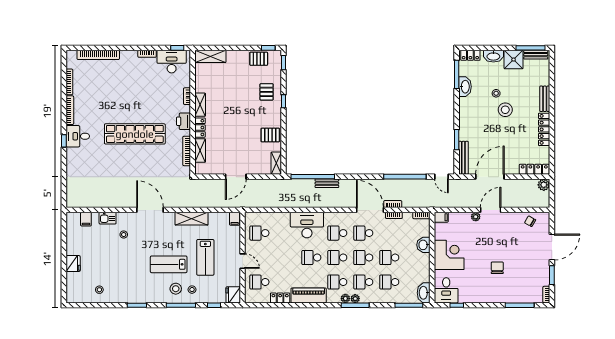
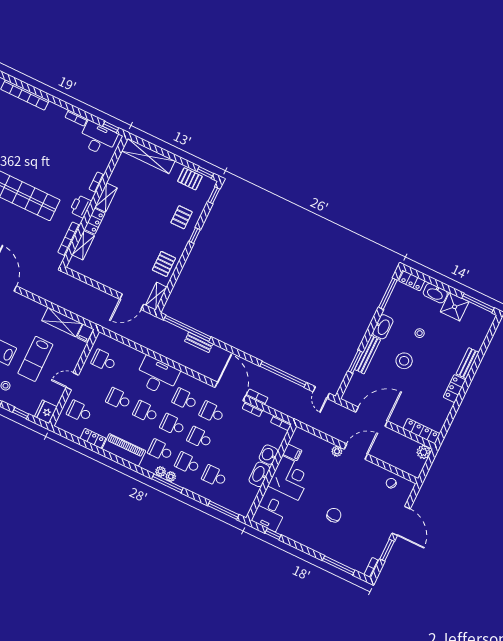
bench: (536, 55) -> (480, 313), removed
shelving: (210, 56) -> (148, 156), width x1.47
washbasin: (465, 87) -> (383, 327), moved
stool: (505, 110) -> (404, 361), moved
locker: (544, 129) -> (454, 389), width x0.66
pallet: (270, 135) -> (164, 264), turned 90
bench: (463, 158) -> (368, 355), moved
door: (236, 177) -> (132, 302), moved
filing cabinet: (441, 217) -> (292, 452), moved
shelving: (192, 219) -> (62, 322), moved
door: (552, 247) -> (401, 521), hinge flipped
school desk: (389, 258) -> (119, 399), moved
door: (242, 261) -> (72, 381), swing flipped
washbasin: (424, 293) -> (259, 474), moved

